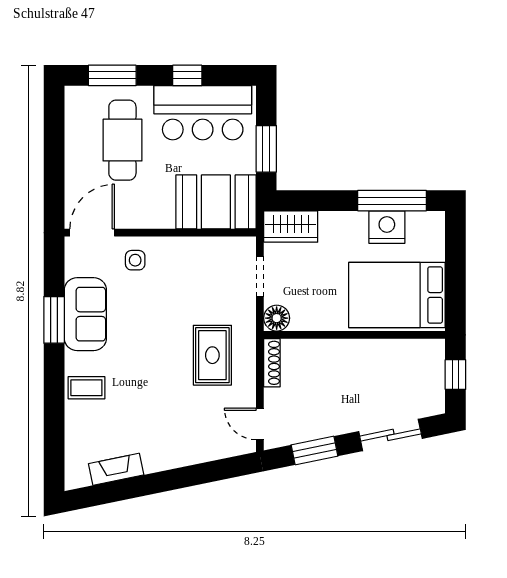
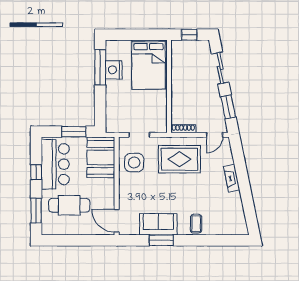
wardrobe: (291, 227) -> (113, 119), removed
side table: (135, 260) -> (134, 163), moved, width x1.87, depth x1.87
floor lamp: (277, 318) -> (160, 126), removed
rug: (212, 355) -> (179, 159), width x1.36, depth x1.43
fireplace: (116, 469) -> (232, 178), moved

